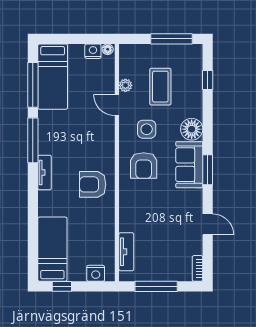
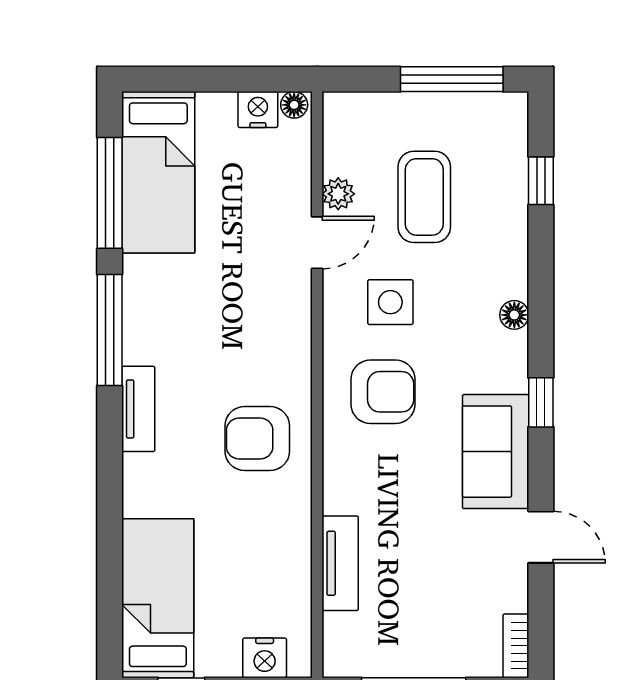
door: (117, 105) -> (317, 243), swing flipped
floor lamp: (192, 129) -> (514, 315), width x0.53, depth x0.53
sofa: (189, 165) -> (496, 452), moved
armchair: (144, 166) -> (383, 392), turned -90
window: (208, 170) -> (541, 402), width x0.67
tv unit: (126, 252) -> (340, 563), moved

